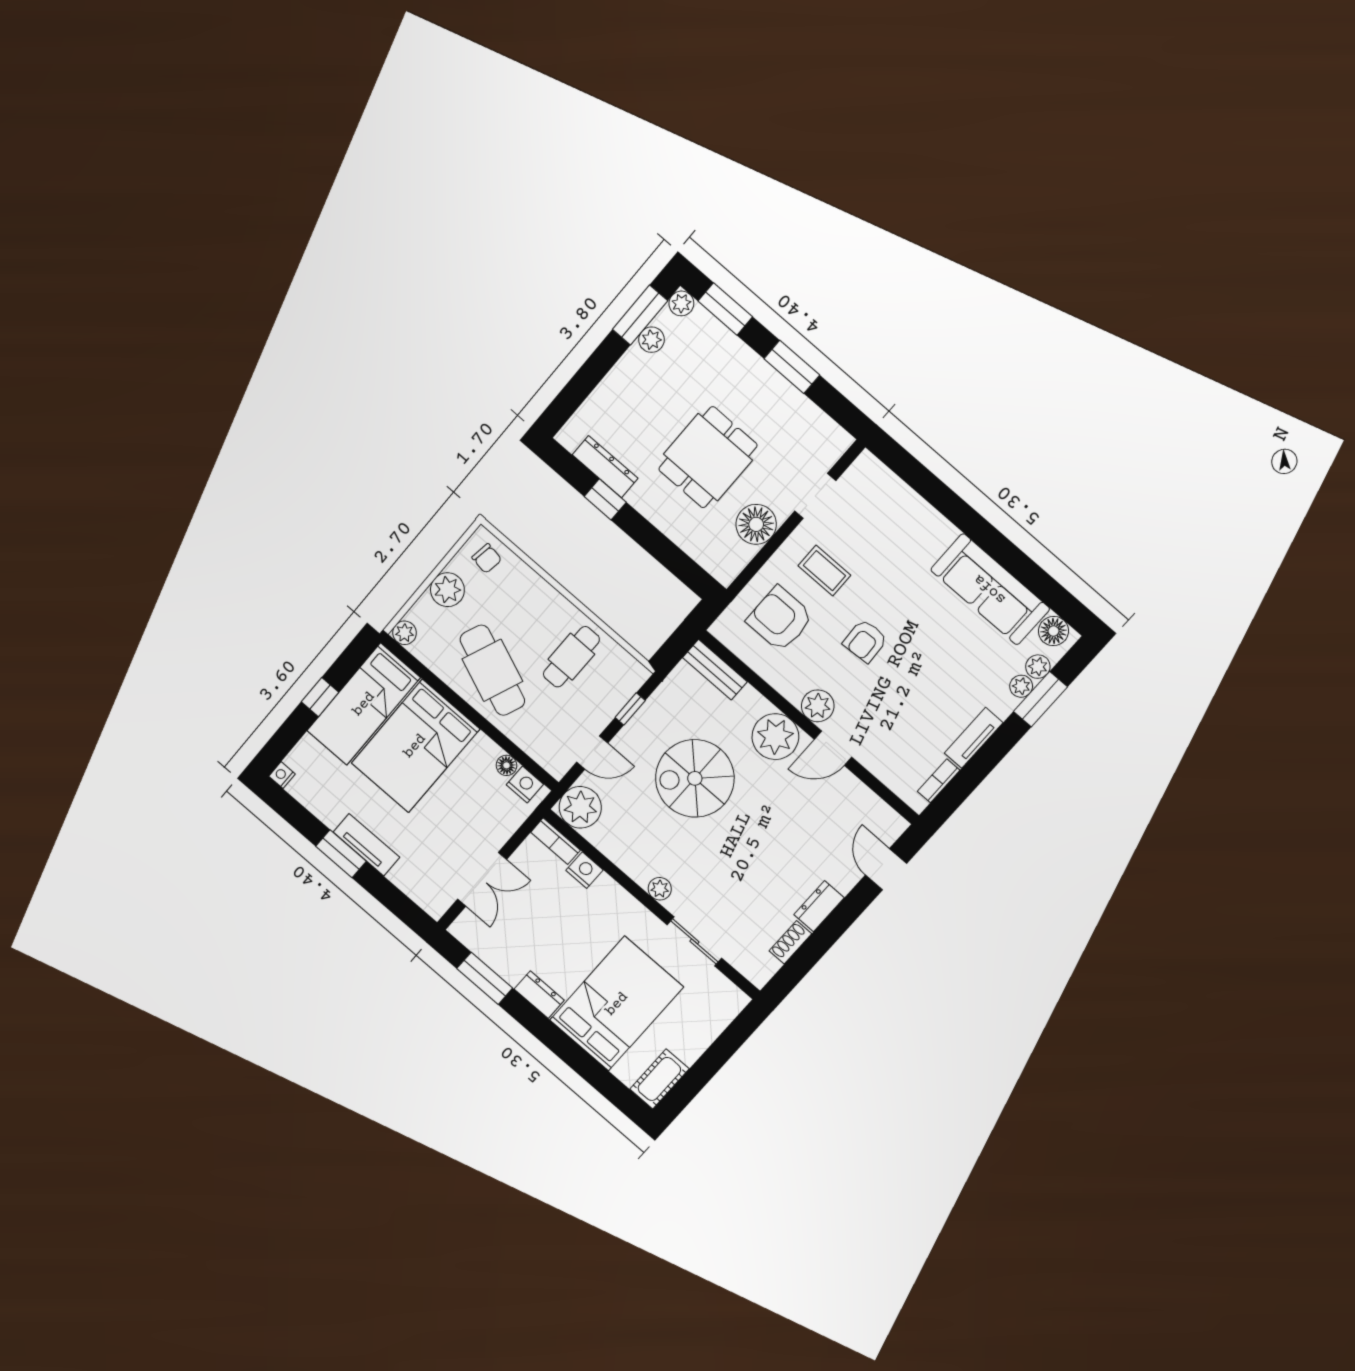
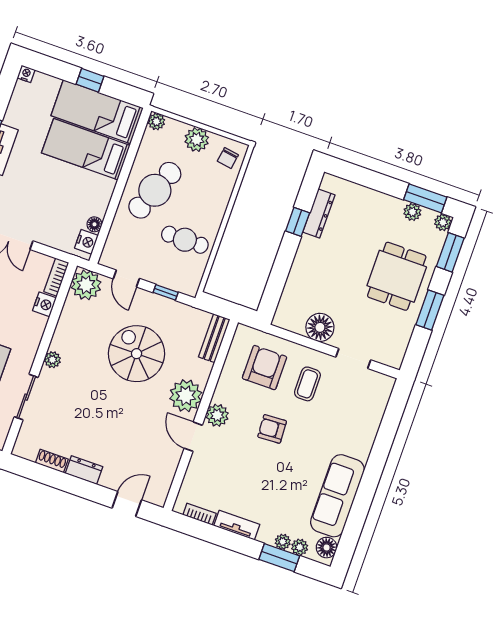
dining table: (708, 457) -> (397, 276), moved, turned 90
bed: (415, 746) -> (86, 149), width x0.67

